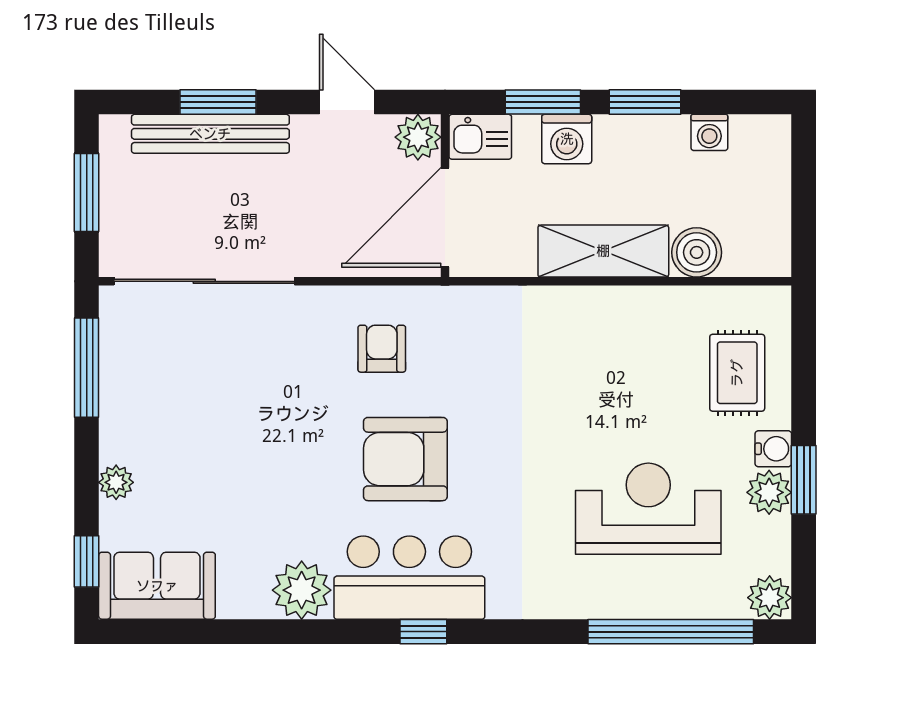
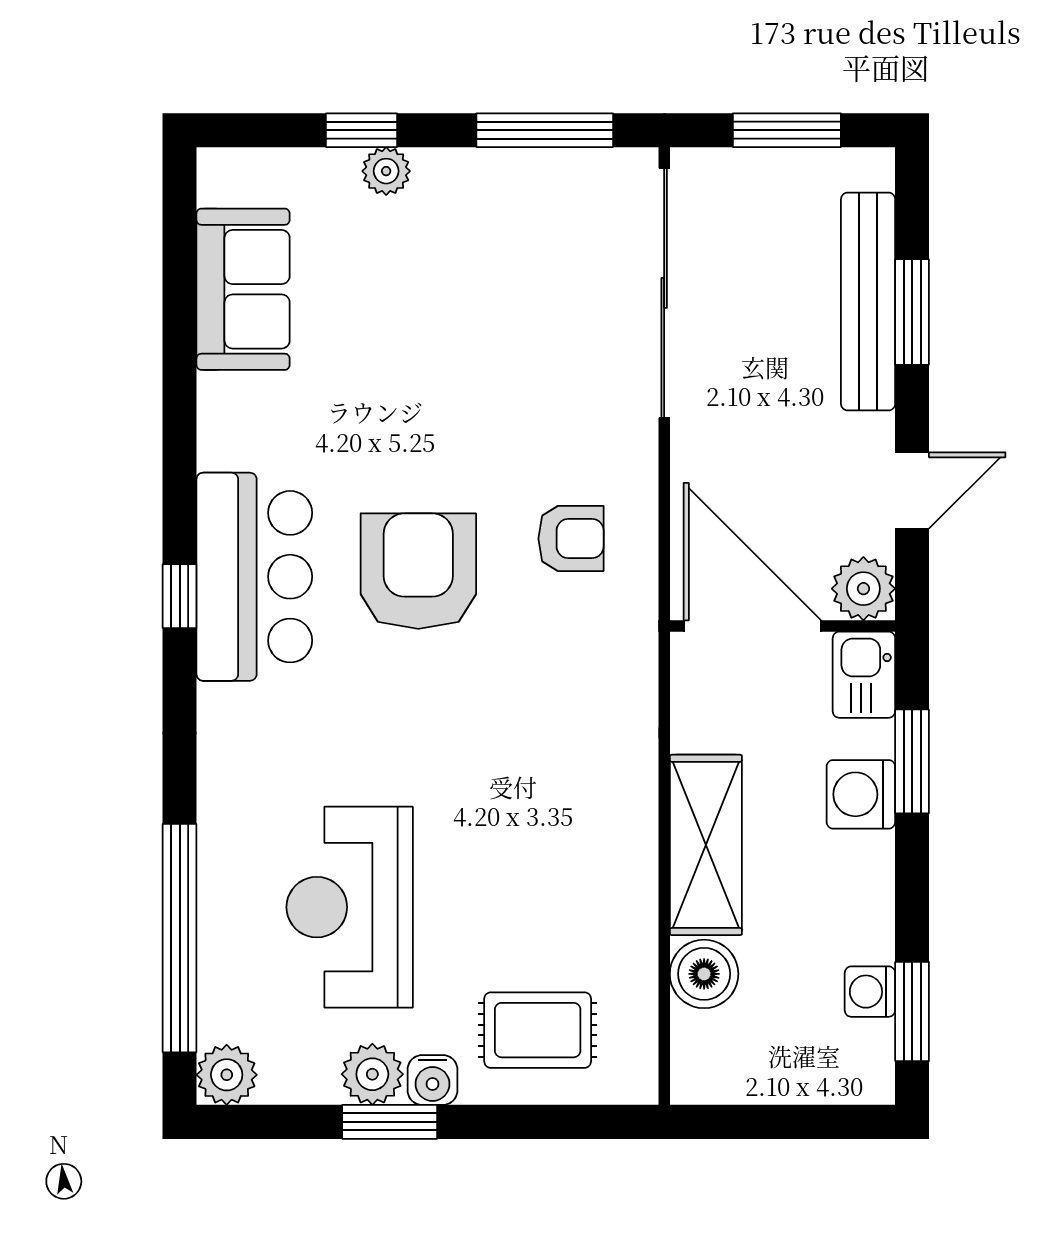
window: (645, 102) -> (912, 1011), moved
reception desk: (648, 509) -> (350, 907), turned 180
window: (87, 561) -> (361, 130), moved
sofa: (157, 586) -> (243, 289), moved
plant: (302, 590) -> (237, 428), removed

